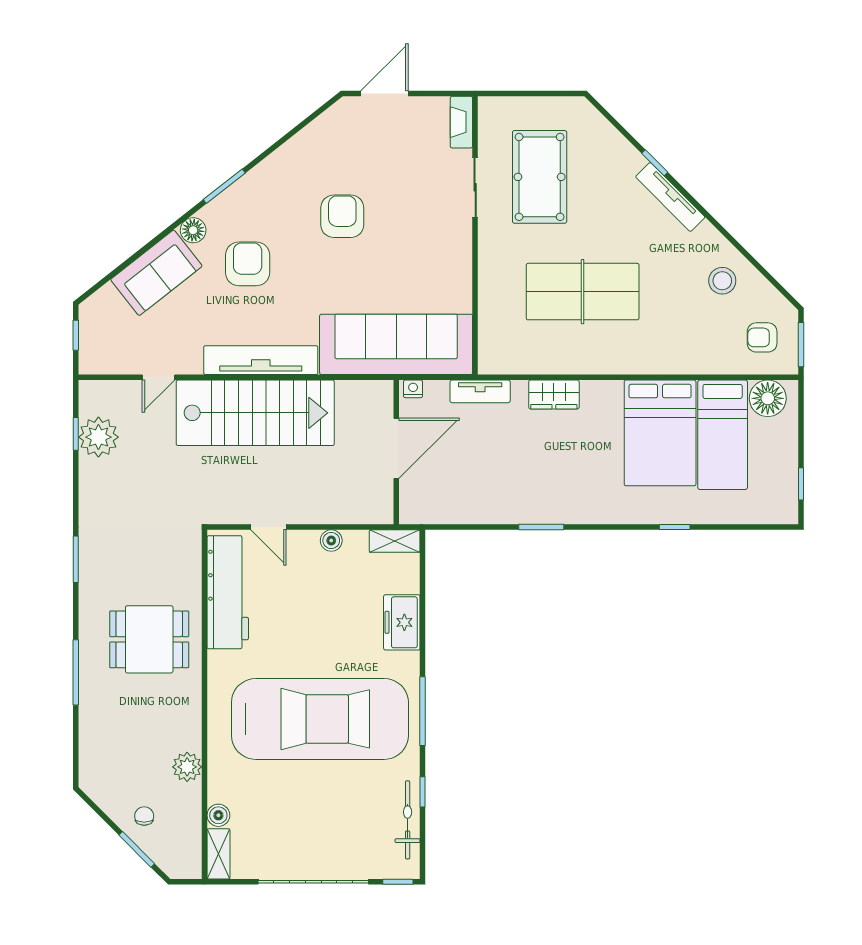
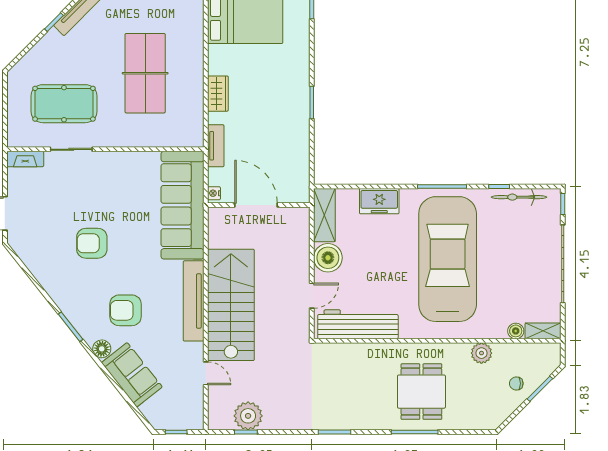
boiler: (331, 541) -> (328, 258), width x1.86, depth x1.86
shelving: (395, 541) -> (324, 215), width x1.50, depth x1.33
dining table: (149, 639) -> (421, 392), moved

